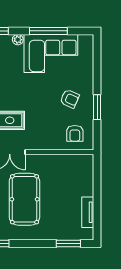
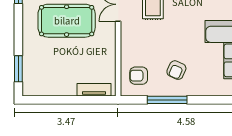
window: (97, 107) -> (167, 100), width x1.44
tv unit: (88, 212) -> (94, 90), moved

